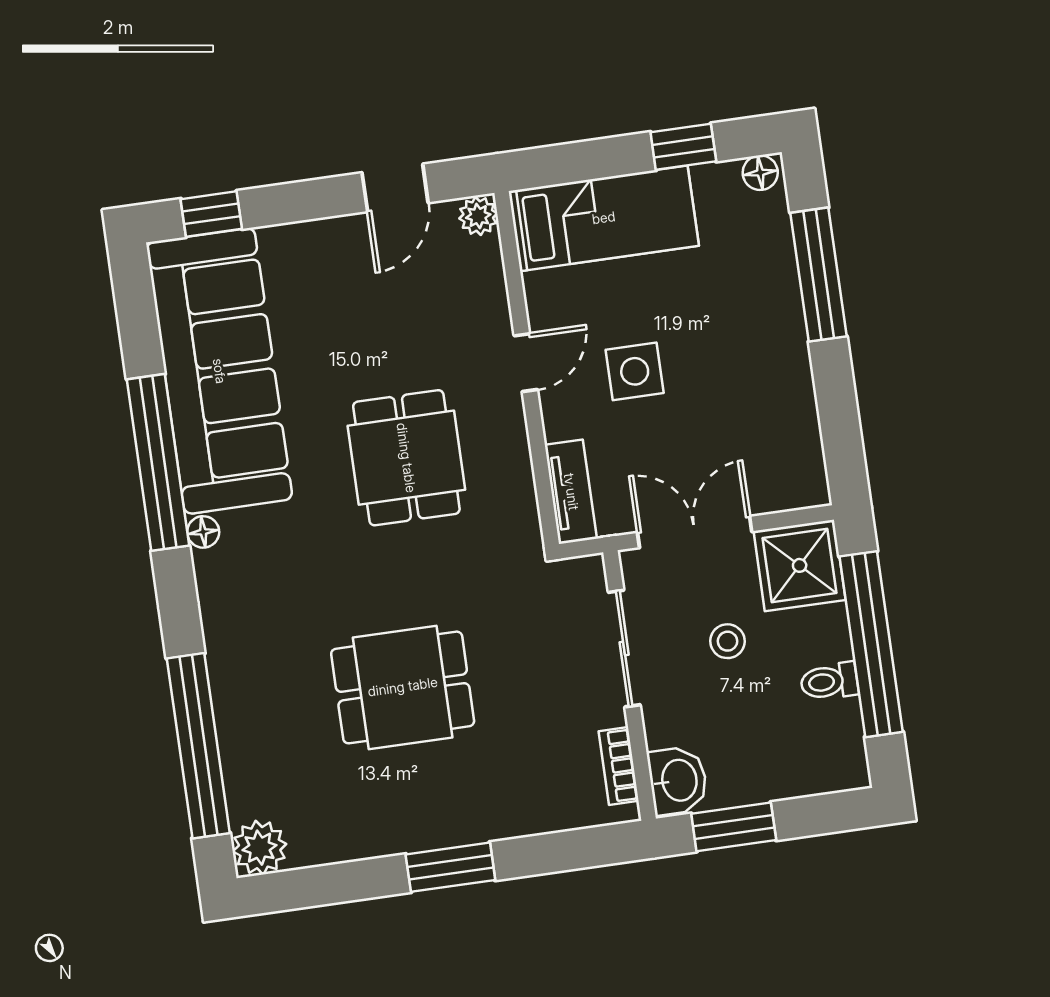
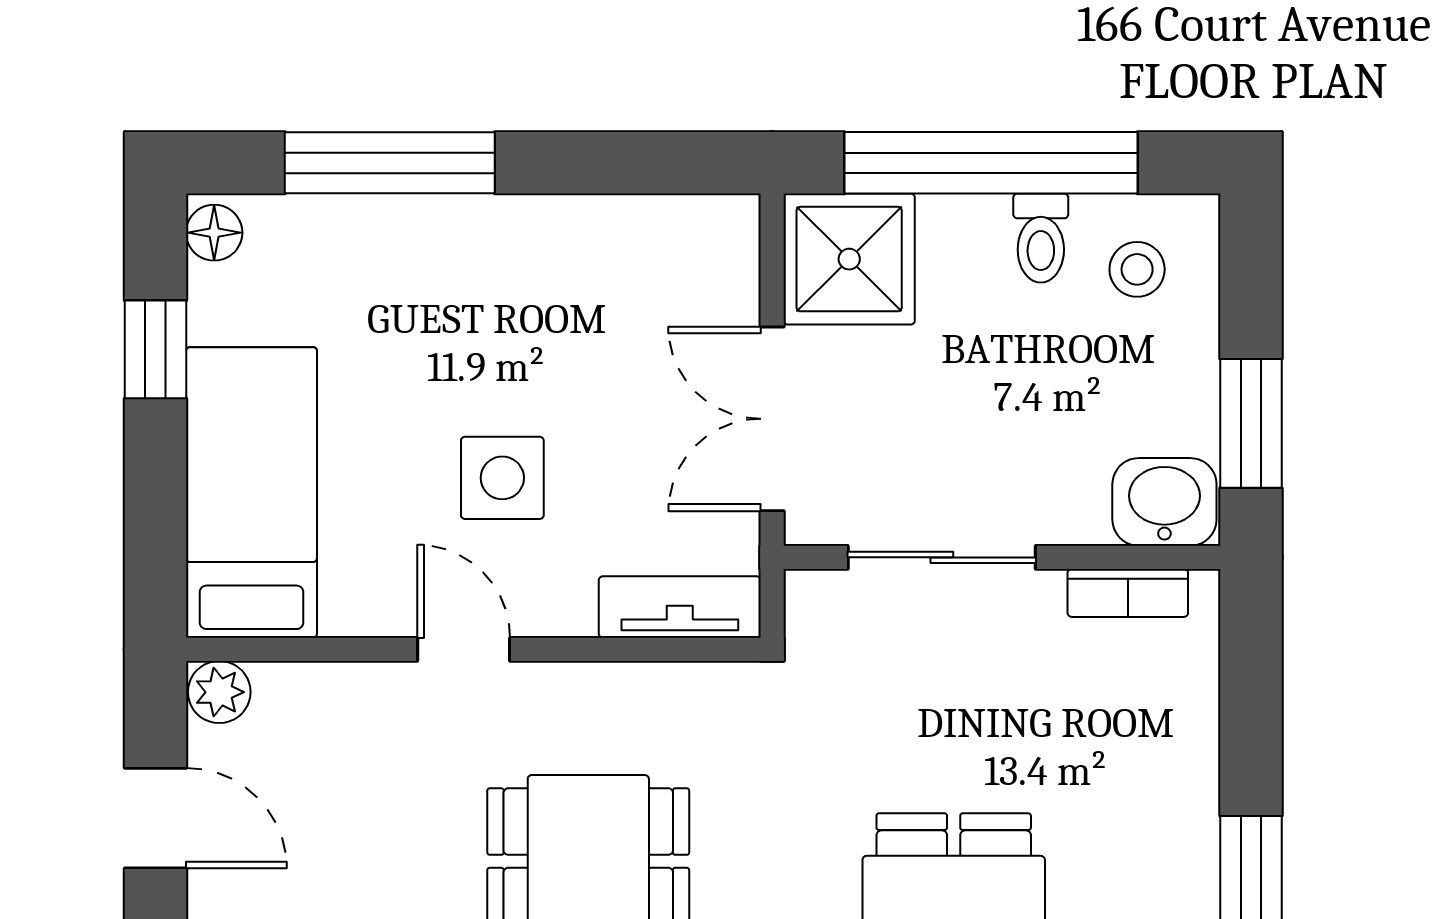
stool: (727, 641) -> (1137, 269), moved

